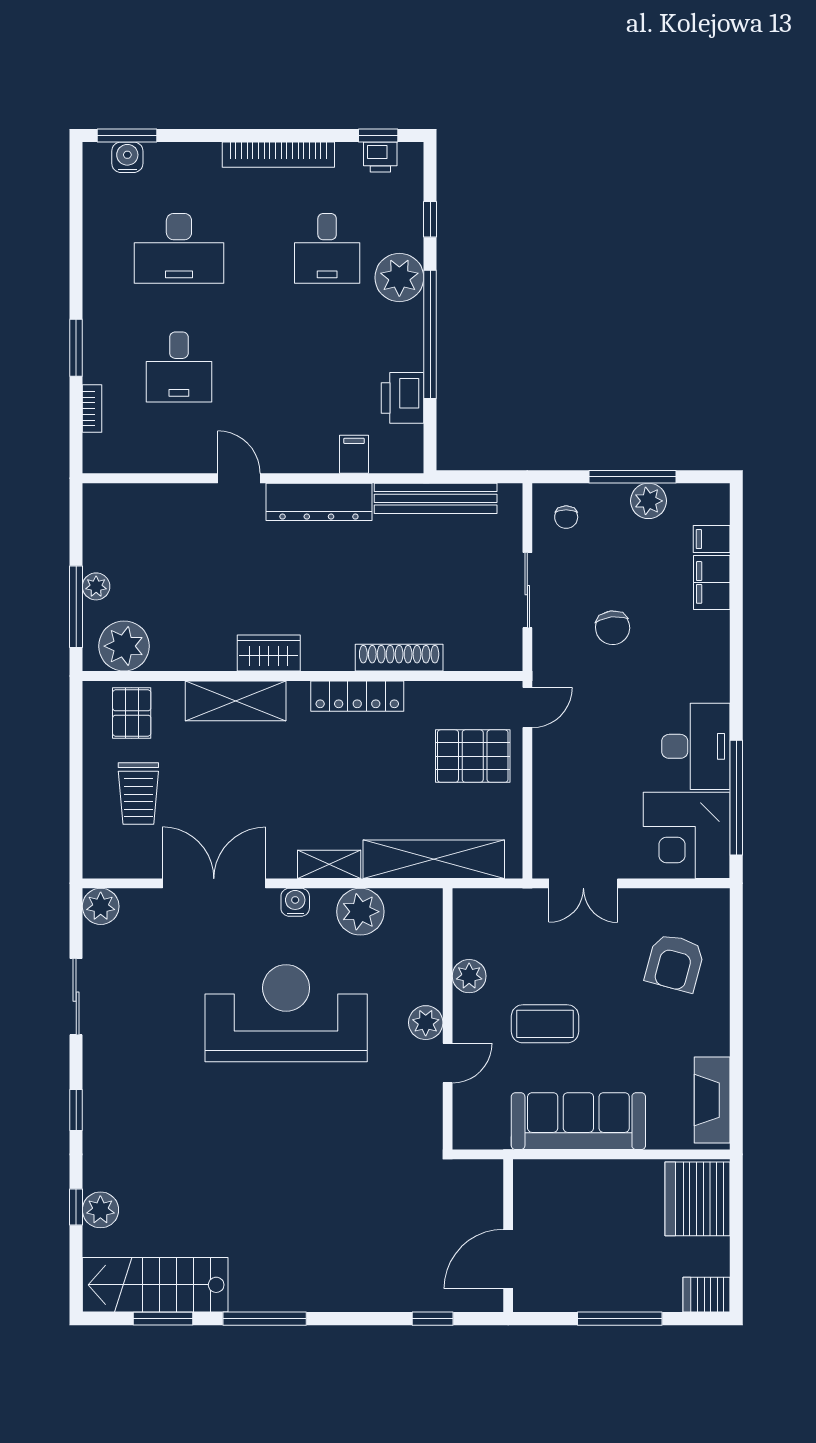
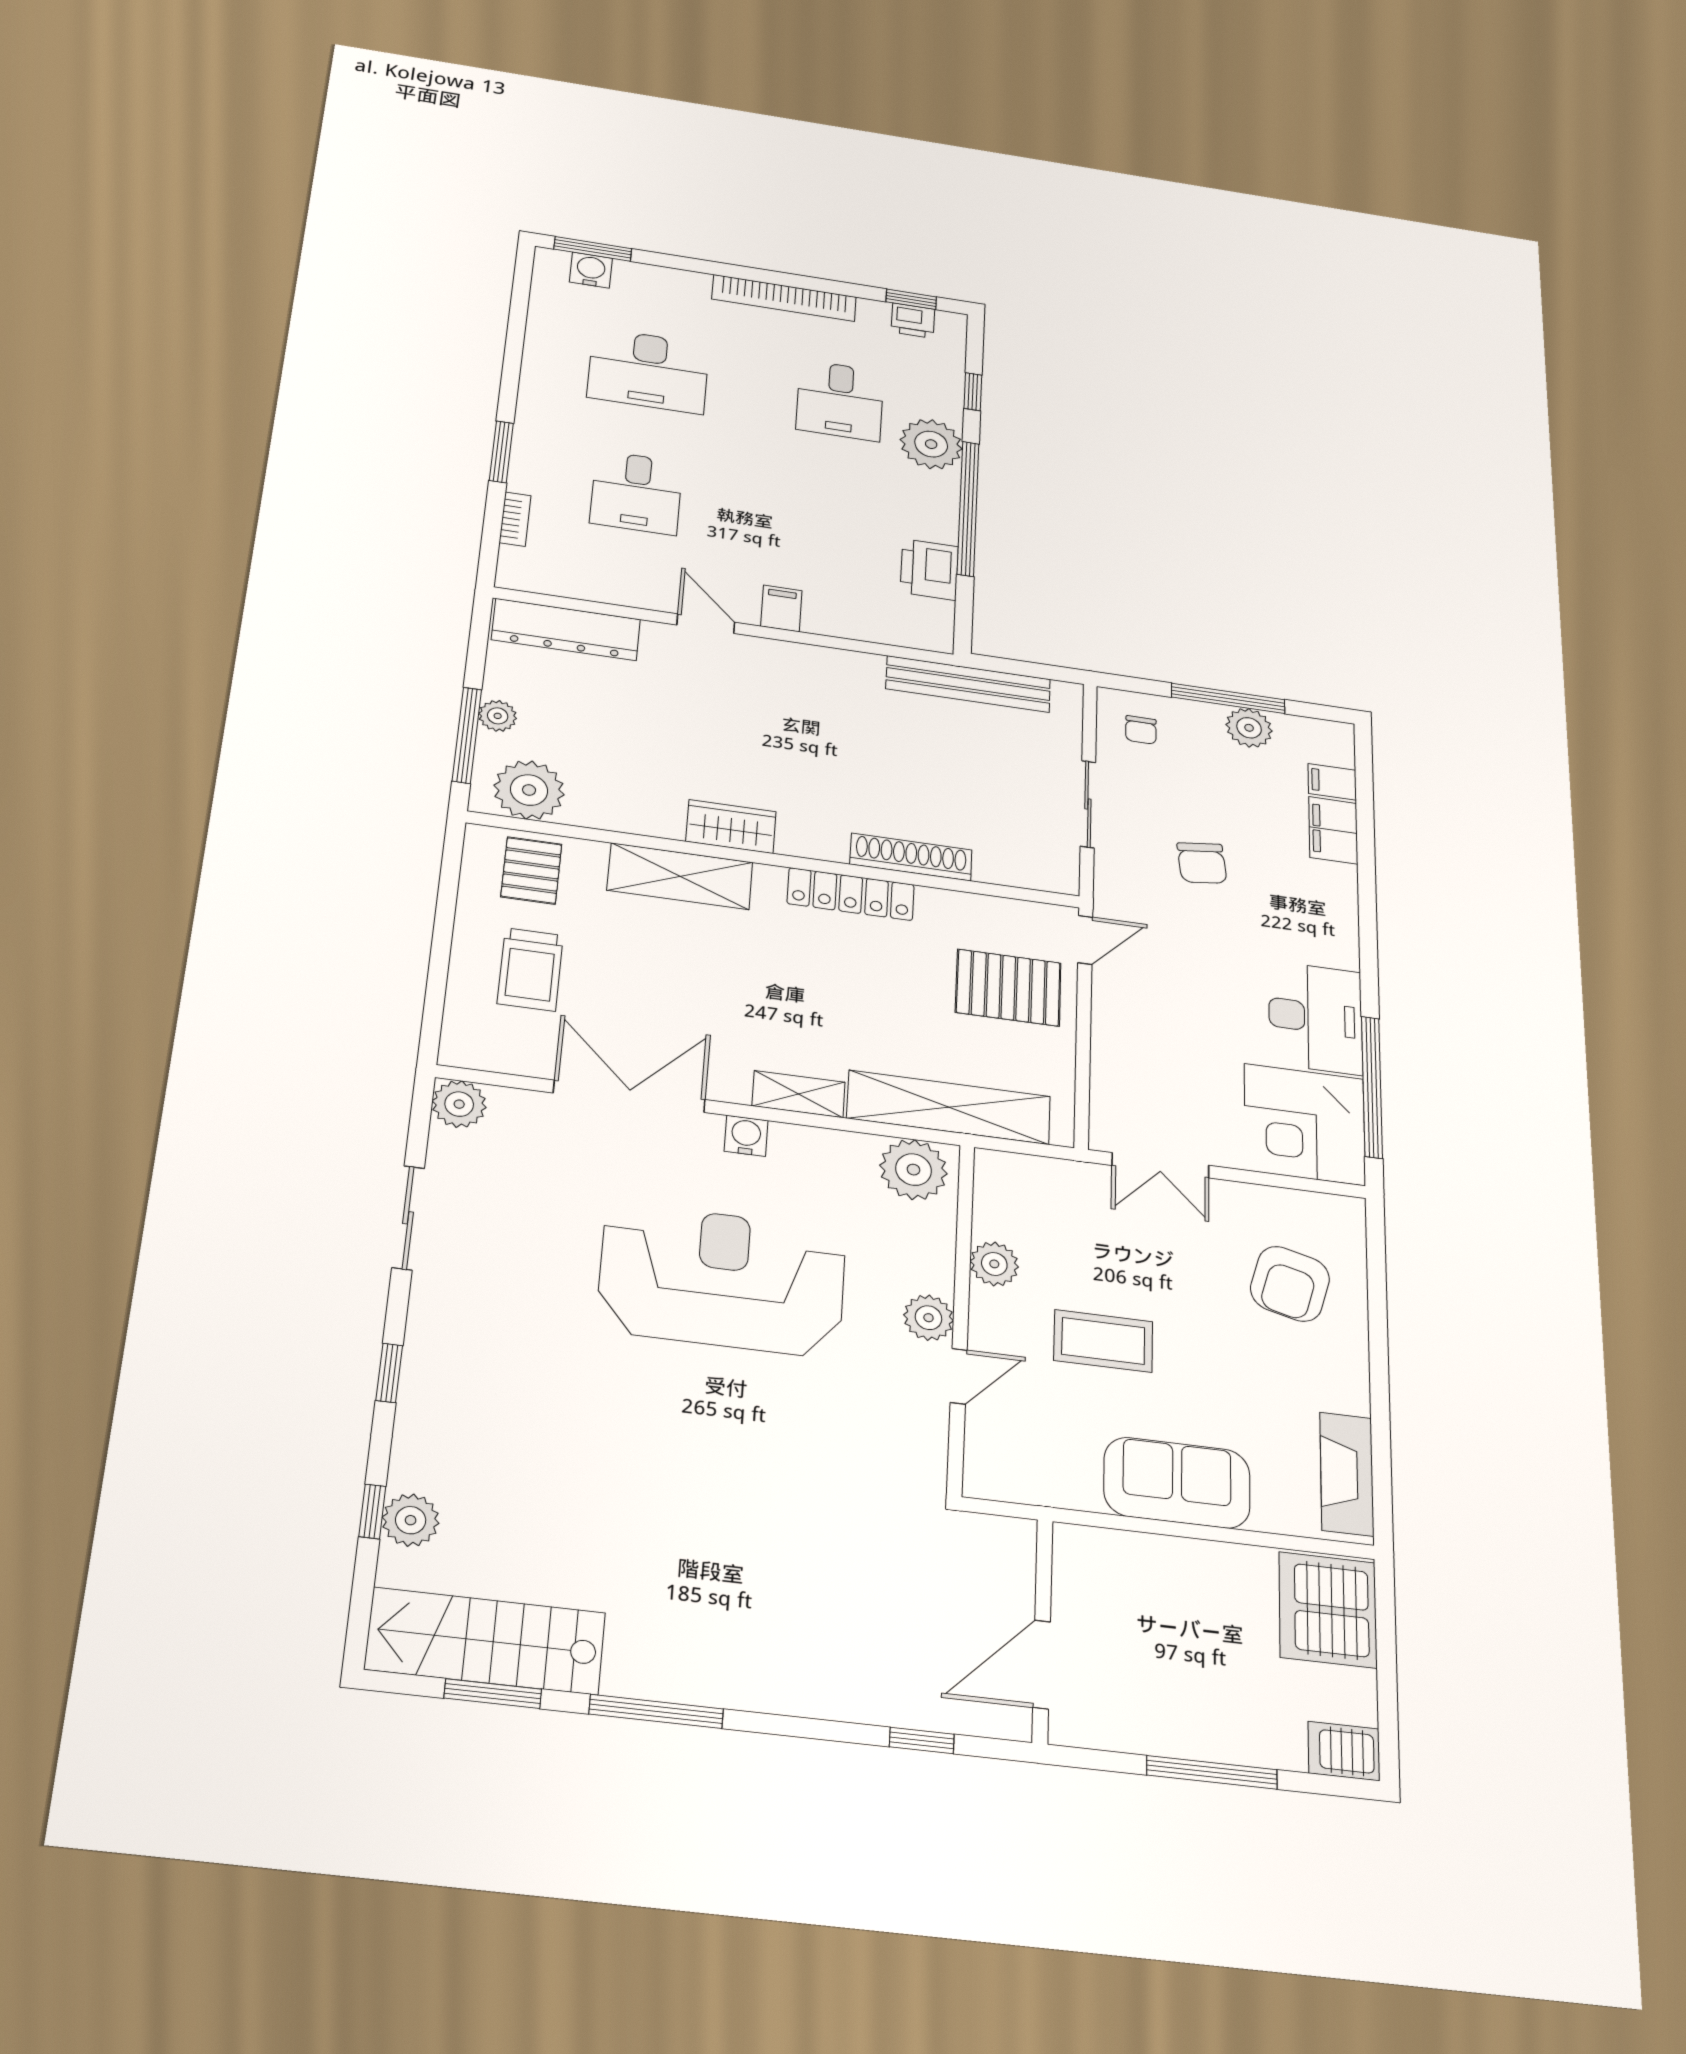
filing cabinet: (354, 454) -> (781, 608), moved
dresser: (319, 502) -> (566, 629), moved
plant: (360, 912) -> (914, 1170), moved
sofa: (578, 1121) -> (1177, 1483), width x0.73

